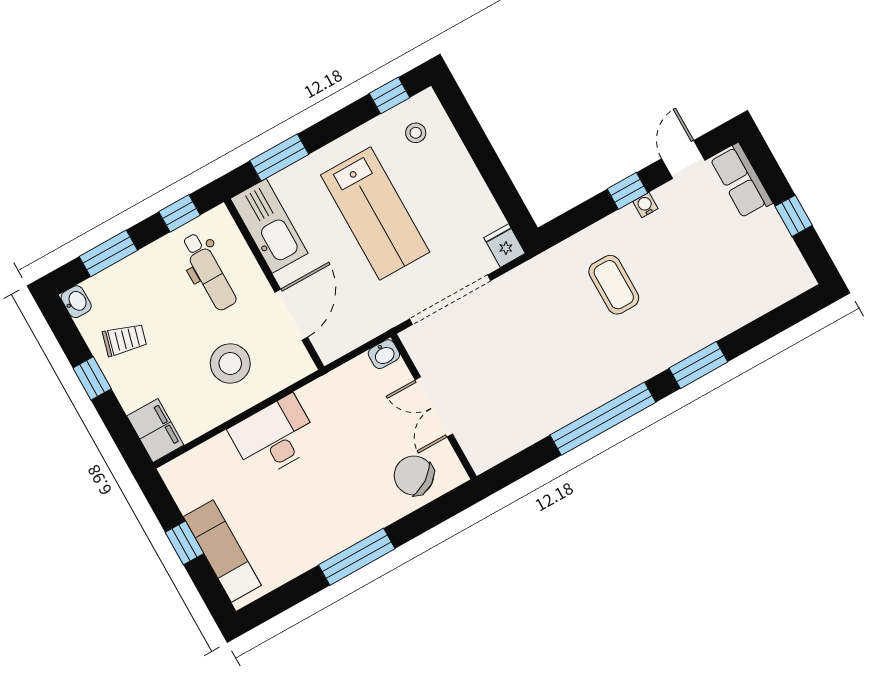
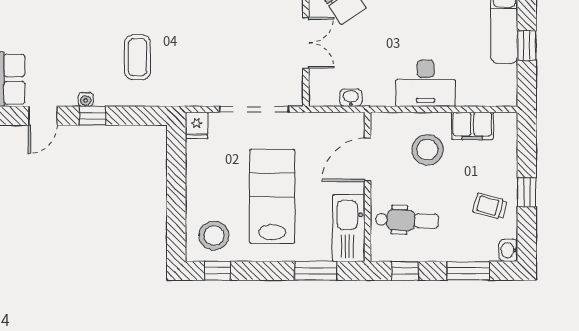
stool: (416, 133) -> (214, 236), width x1.89, depth x1.89
dental chair: (209, 272) -> (407, 220), turned 92
washbasin: (384, 354) -> (351, 98), moved
filing cabinet: (155, 430) -> (472, 126), moved, turned -90

